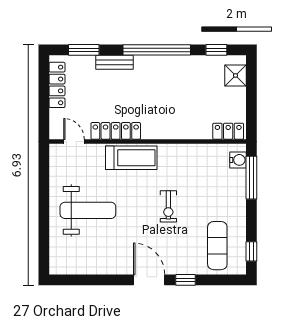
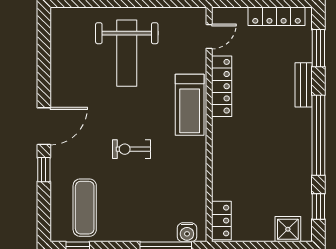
exercise mat: (217, 246) -> (85, 208), turned 90

